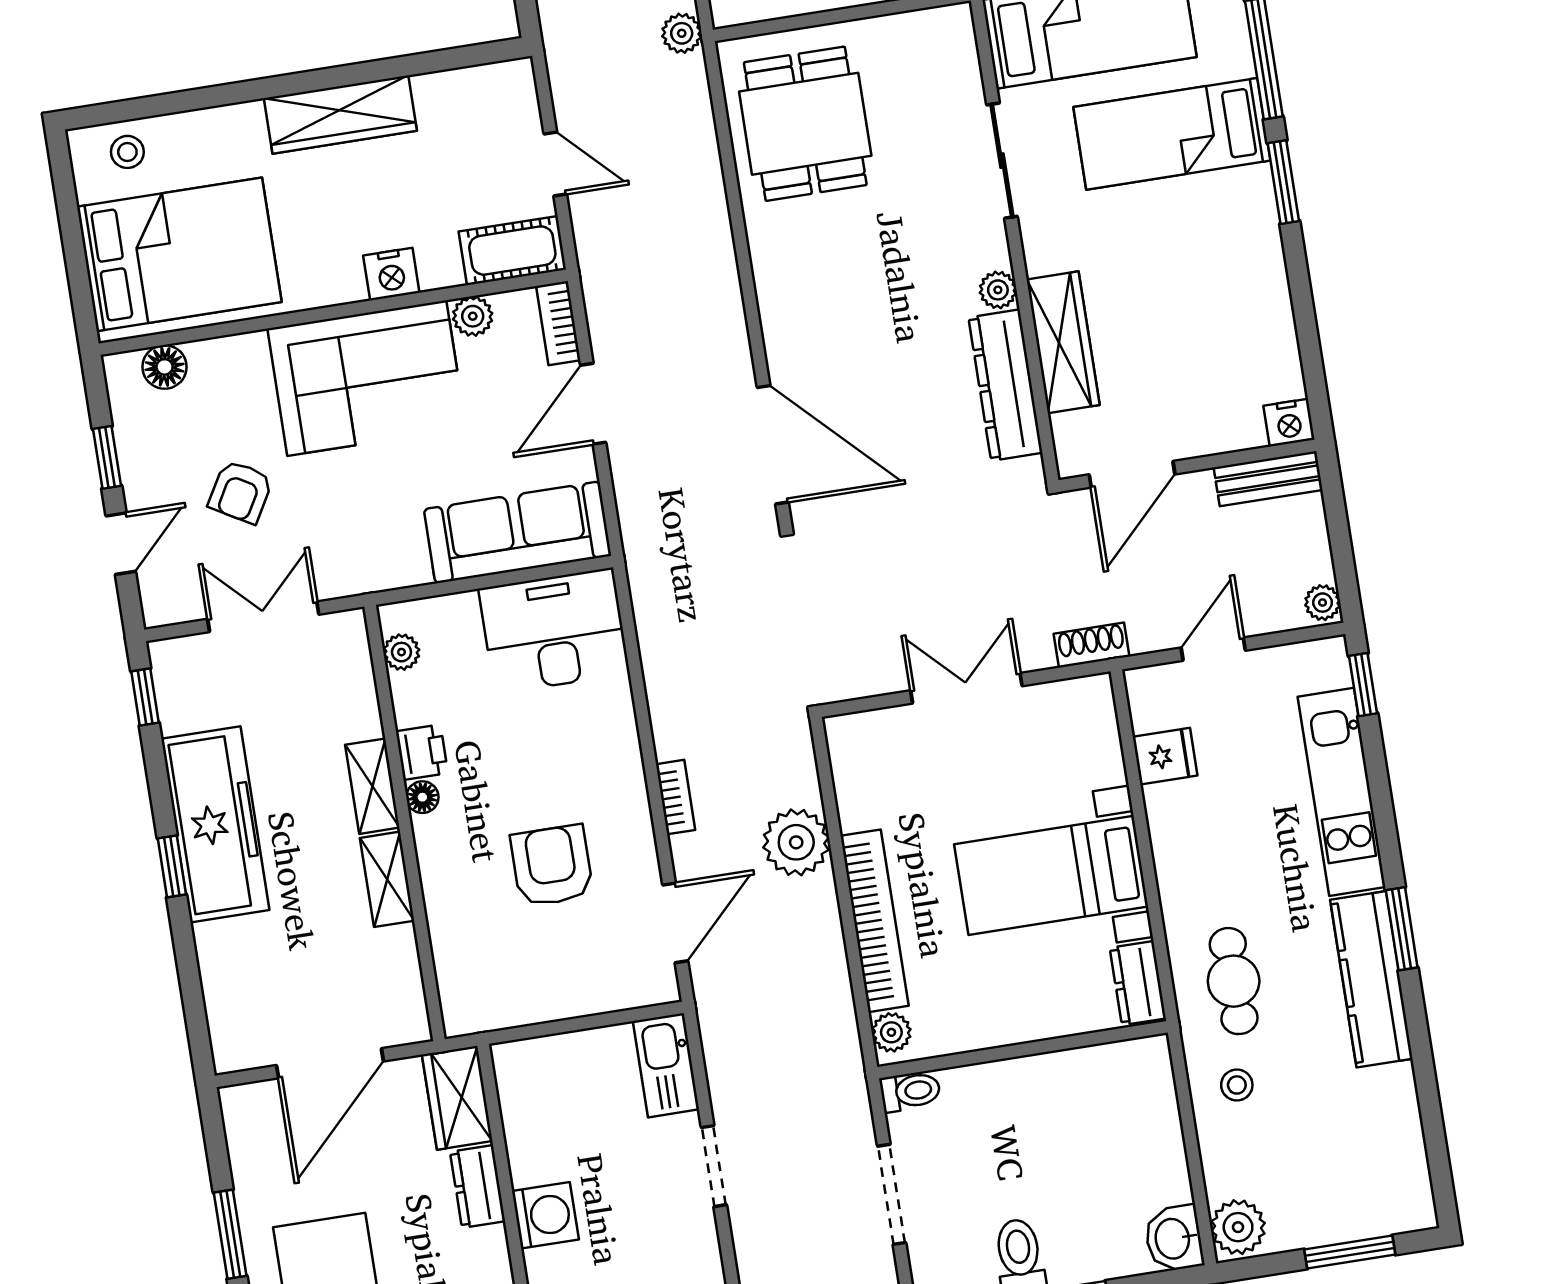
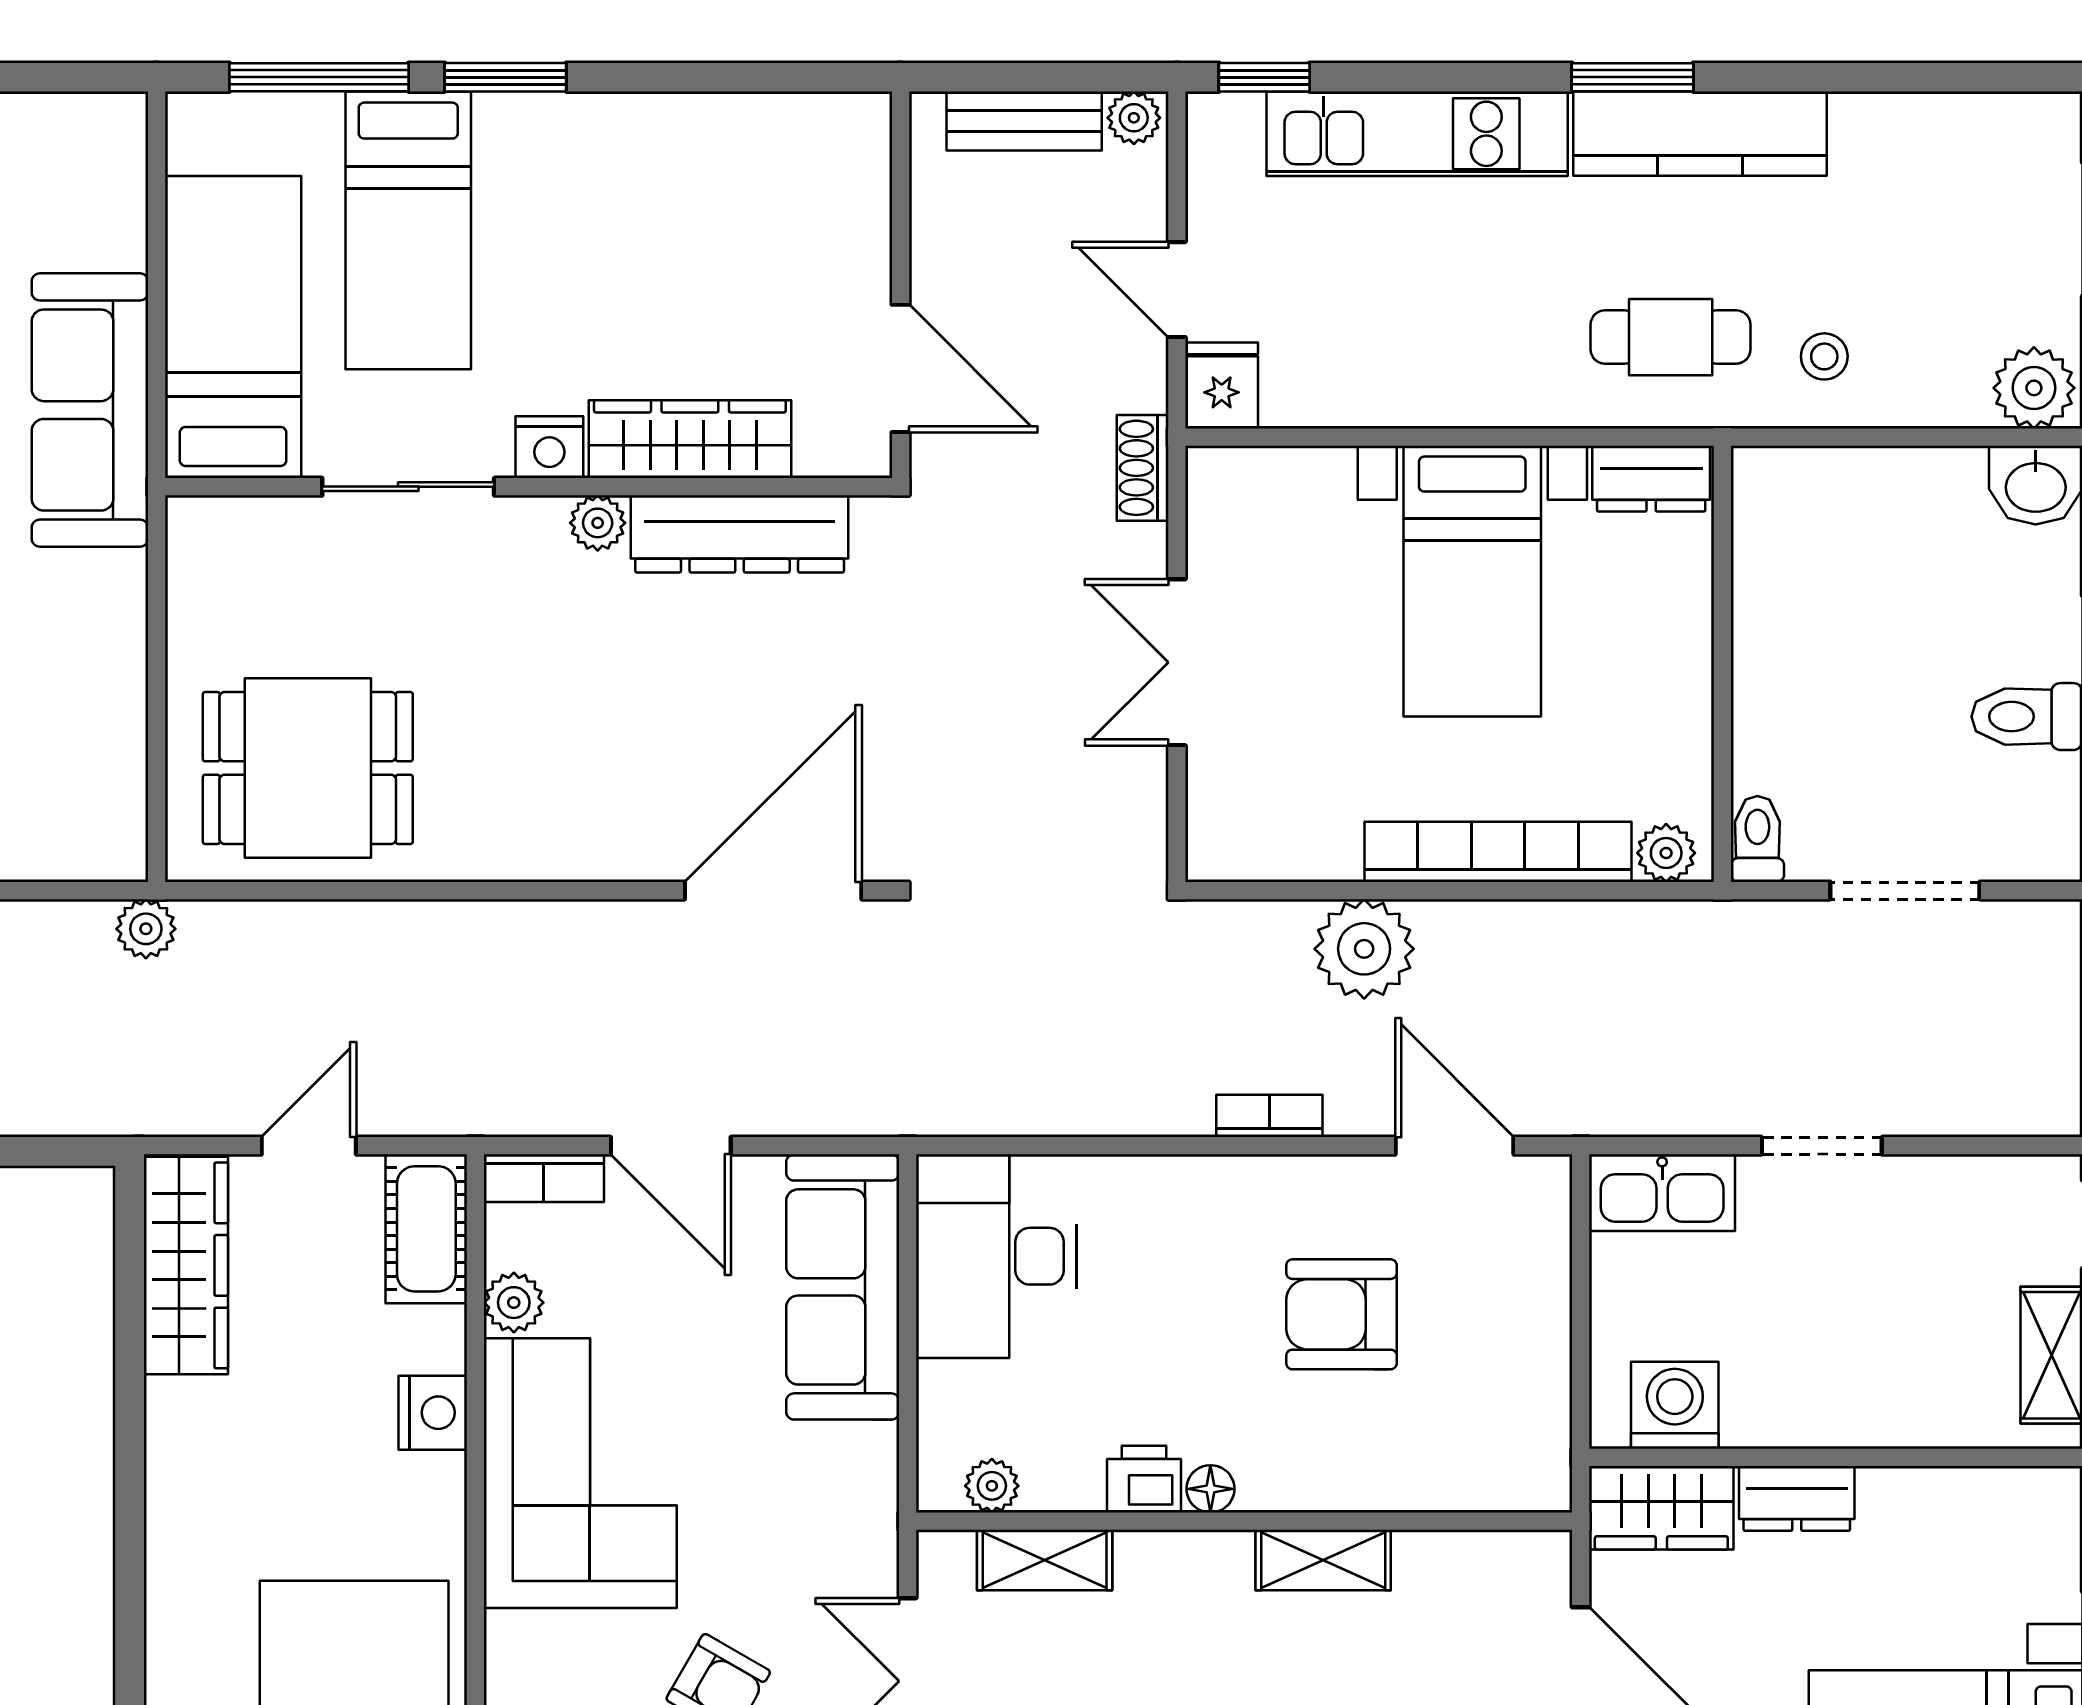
wardrobe: (340, 115) -> (186, 1265), moved
nightstand: (1289, 423) -> (549, 447), moved, turned 90
bench: (1268, 479) -> (1024, 121), moved, turned 90
fridge: (1165, 756) -> (1222, 385), moved
shelving: (372, 786) -> (1045, 1560), moved
washing machine: (545, 1215) -> (1675, 1405), moved

